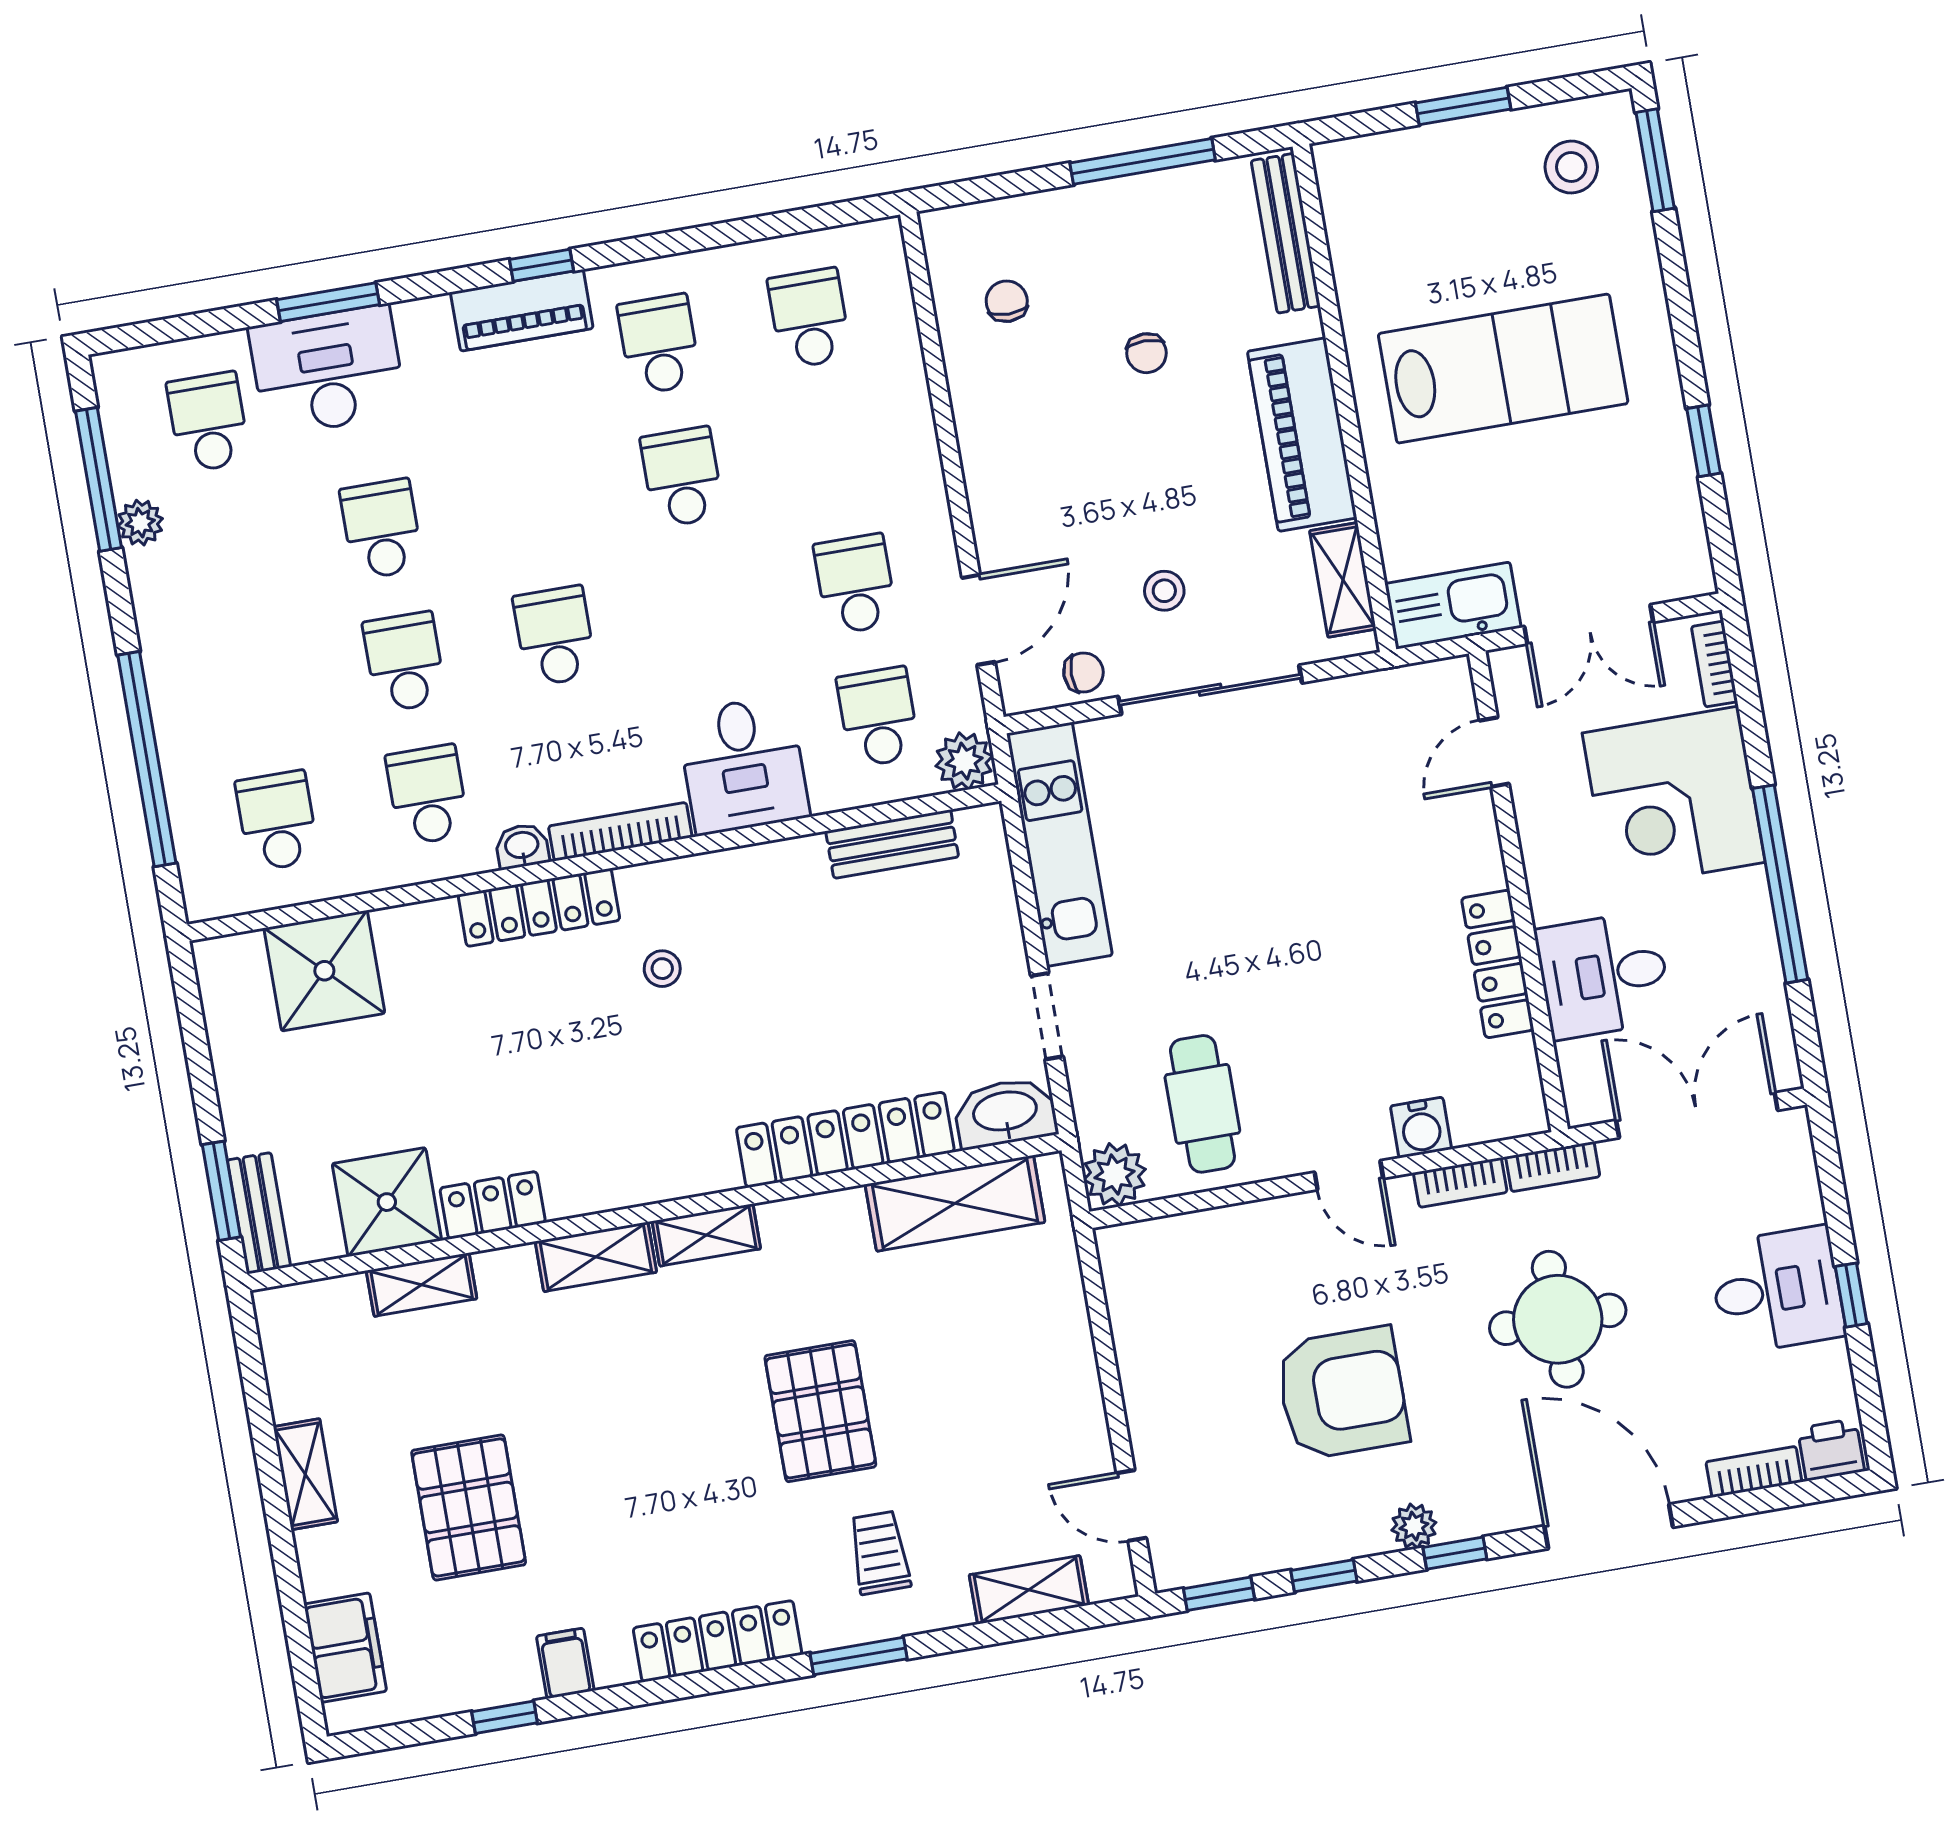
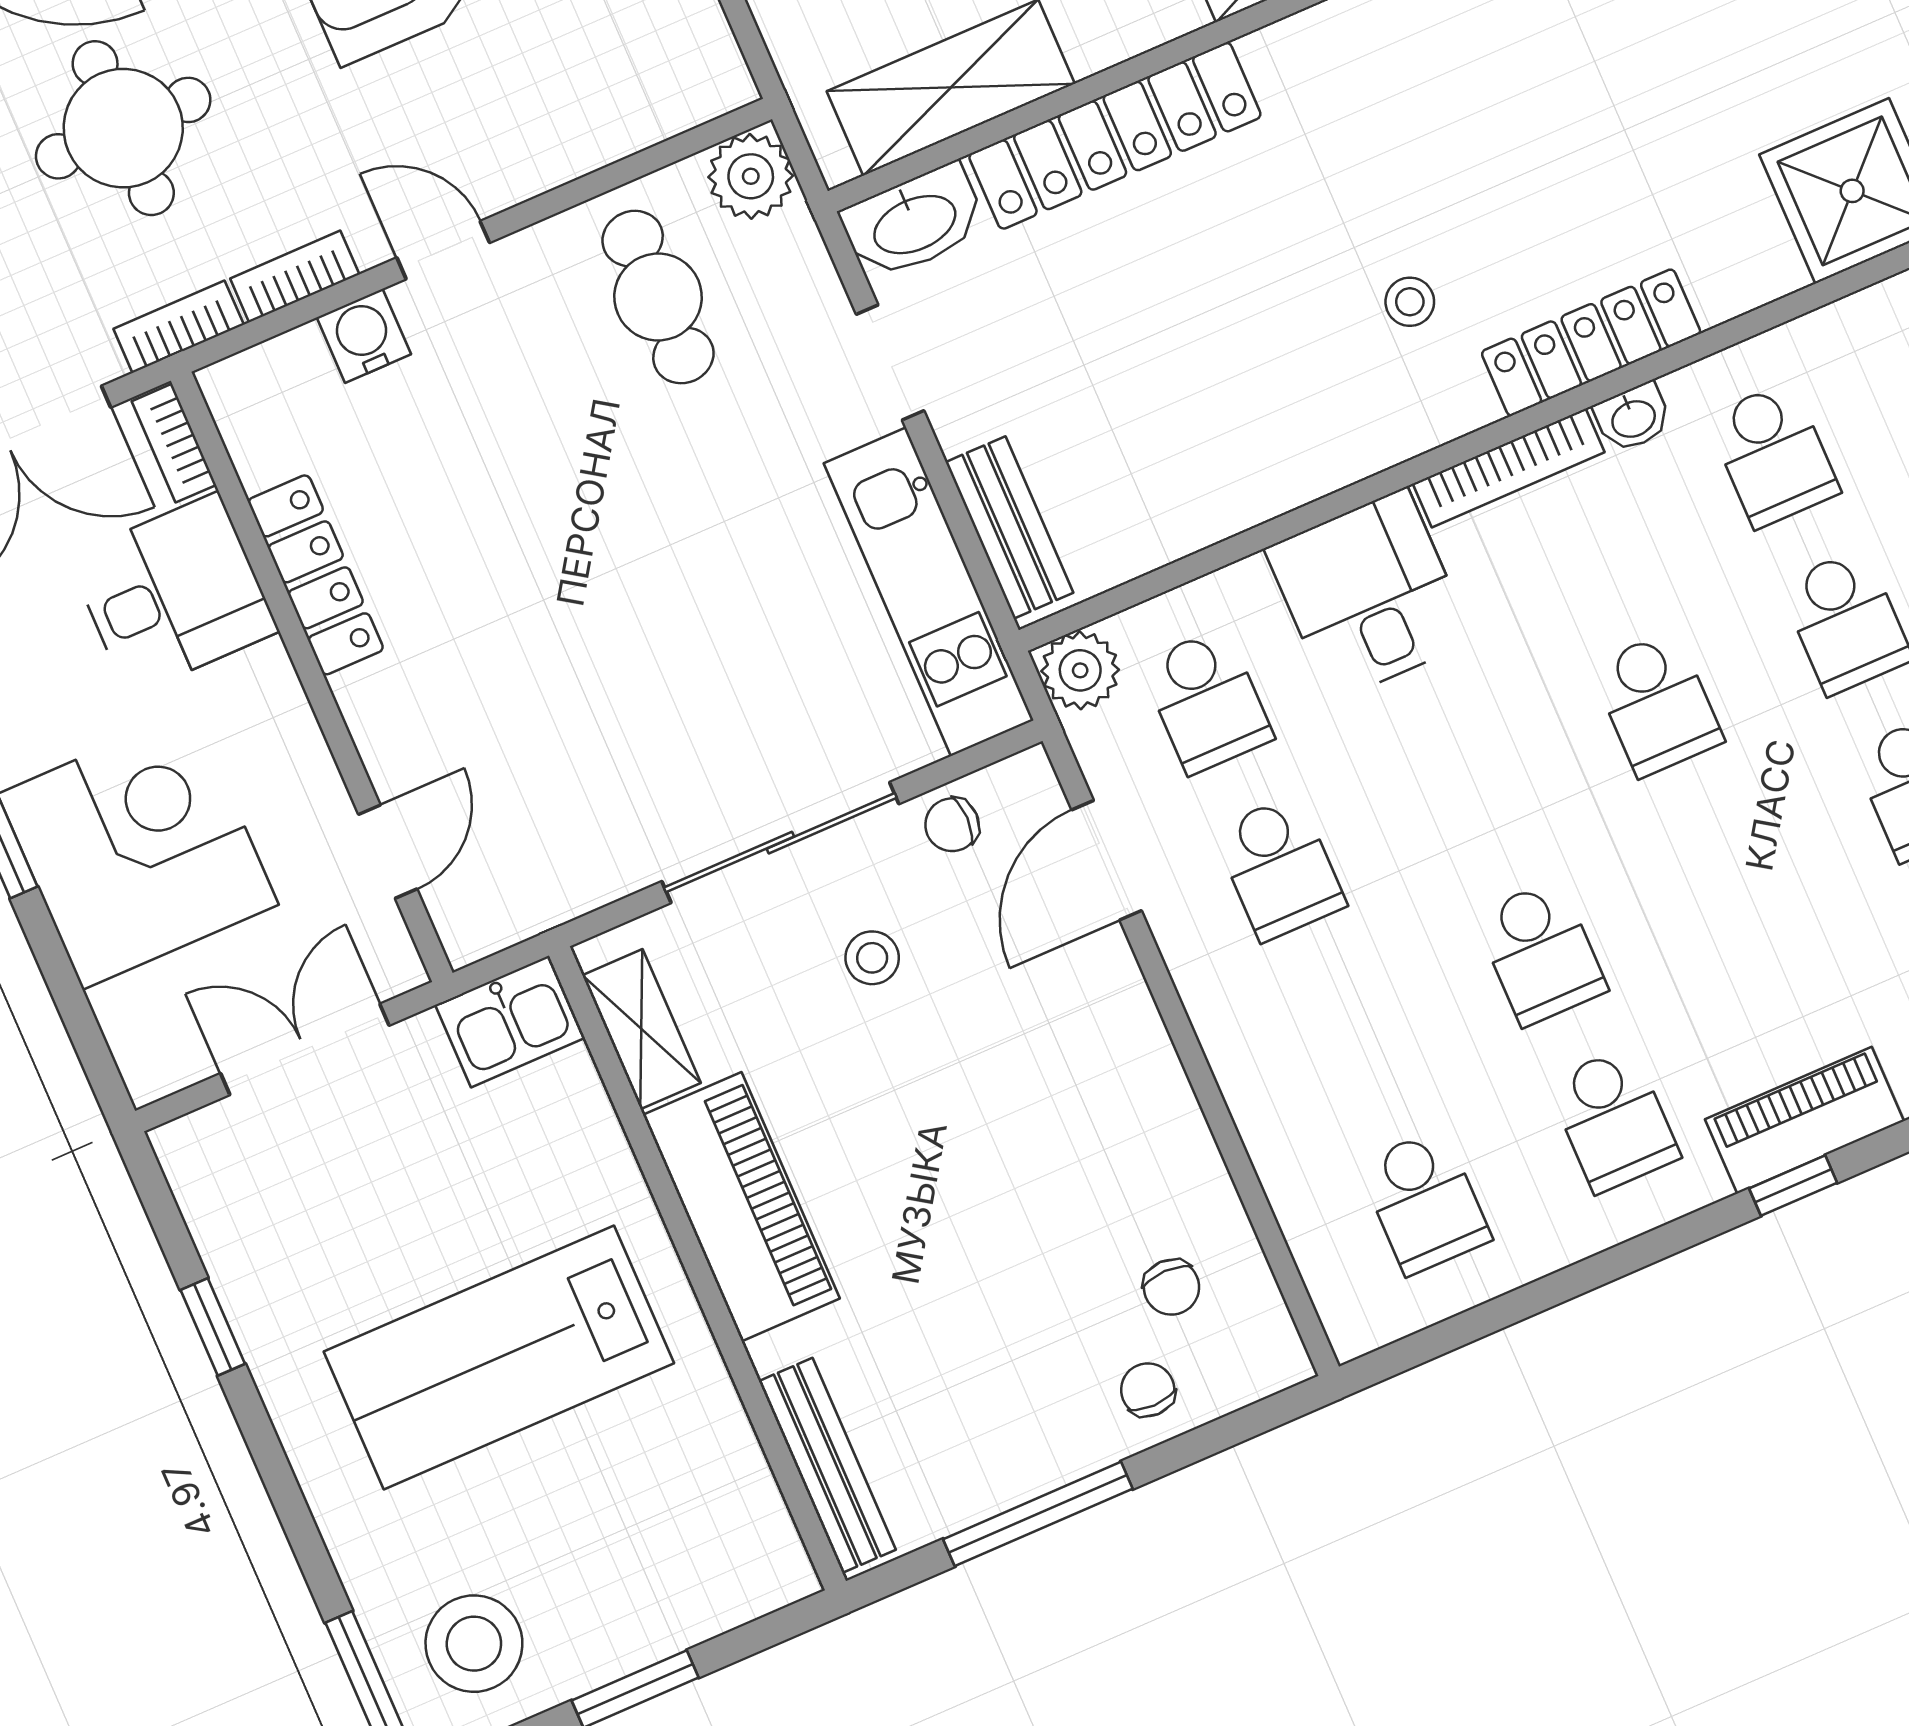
stool: (1571, 167) -> (474, 1644), width x1.38, depth x1.38
chair: (1146, 353) -> (1148, 1390), moved
kitchen sink: (1453, 606) -> (510, 1021), width x0.73
bookcase: (1714, 664) -> (174, 443), moved, turned 180
bench: (892, 844) -> (1009, 527), moved, turned 90

